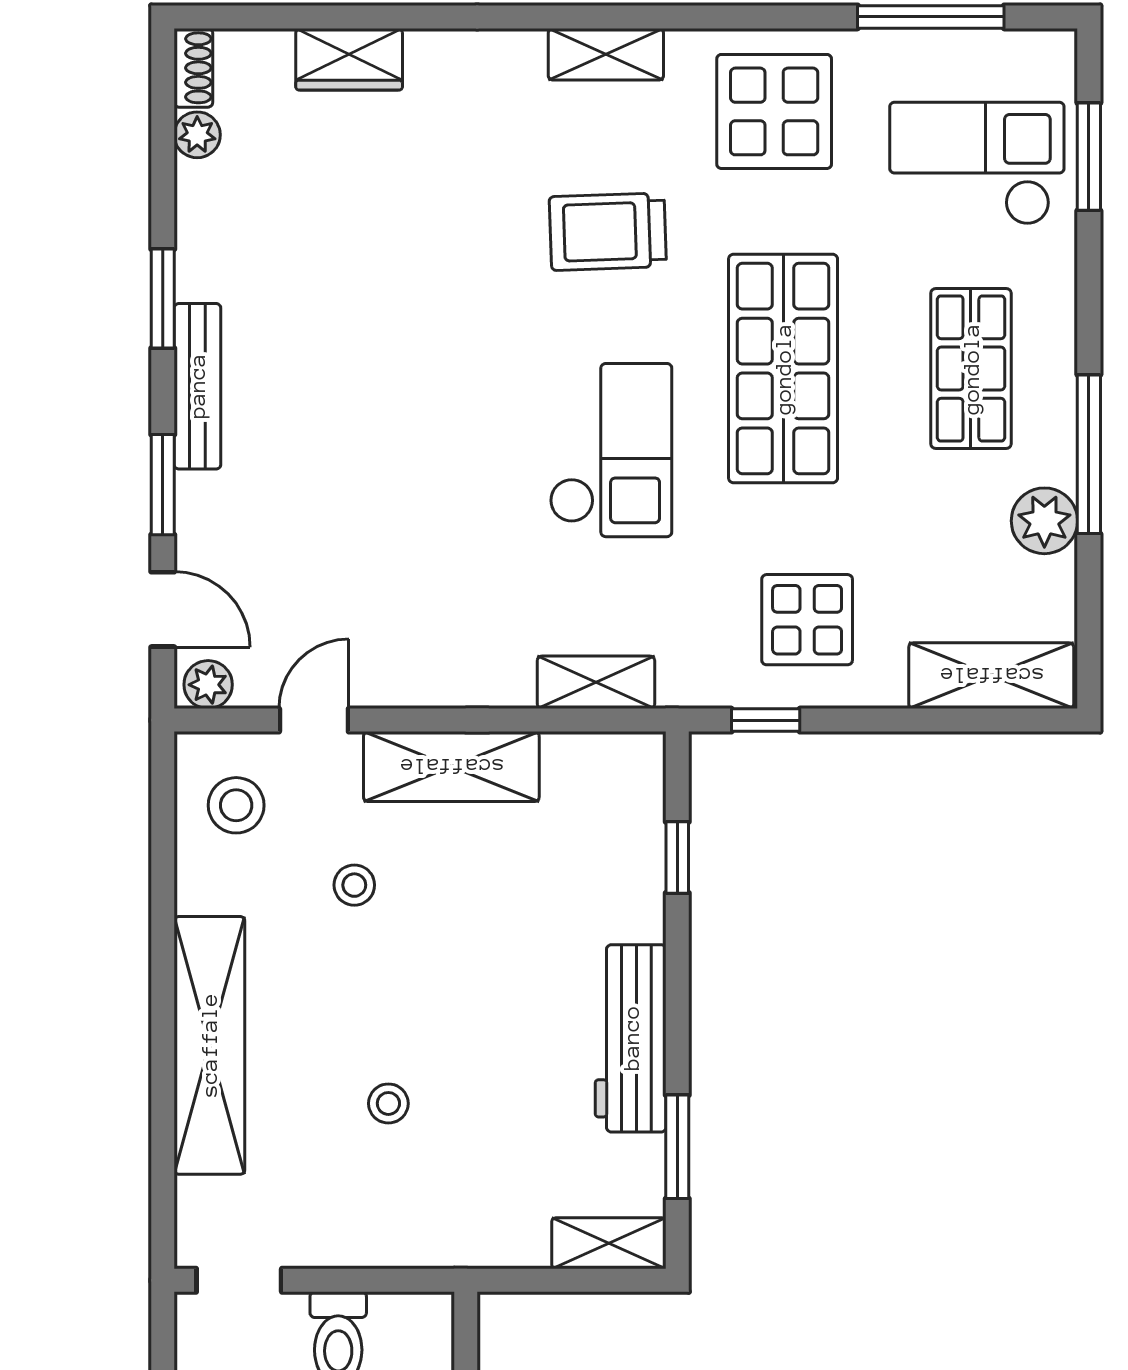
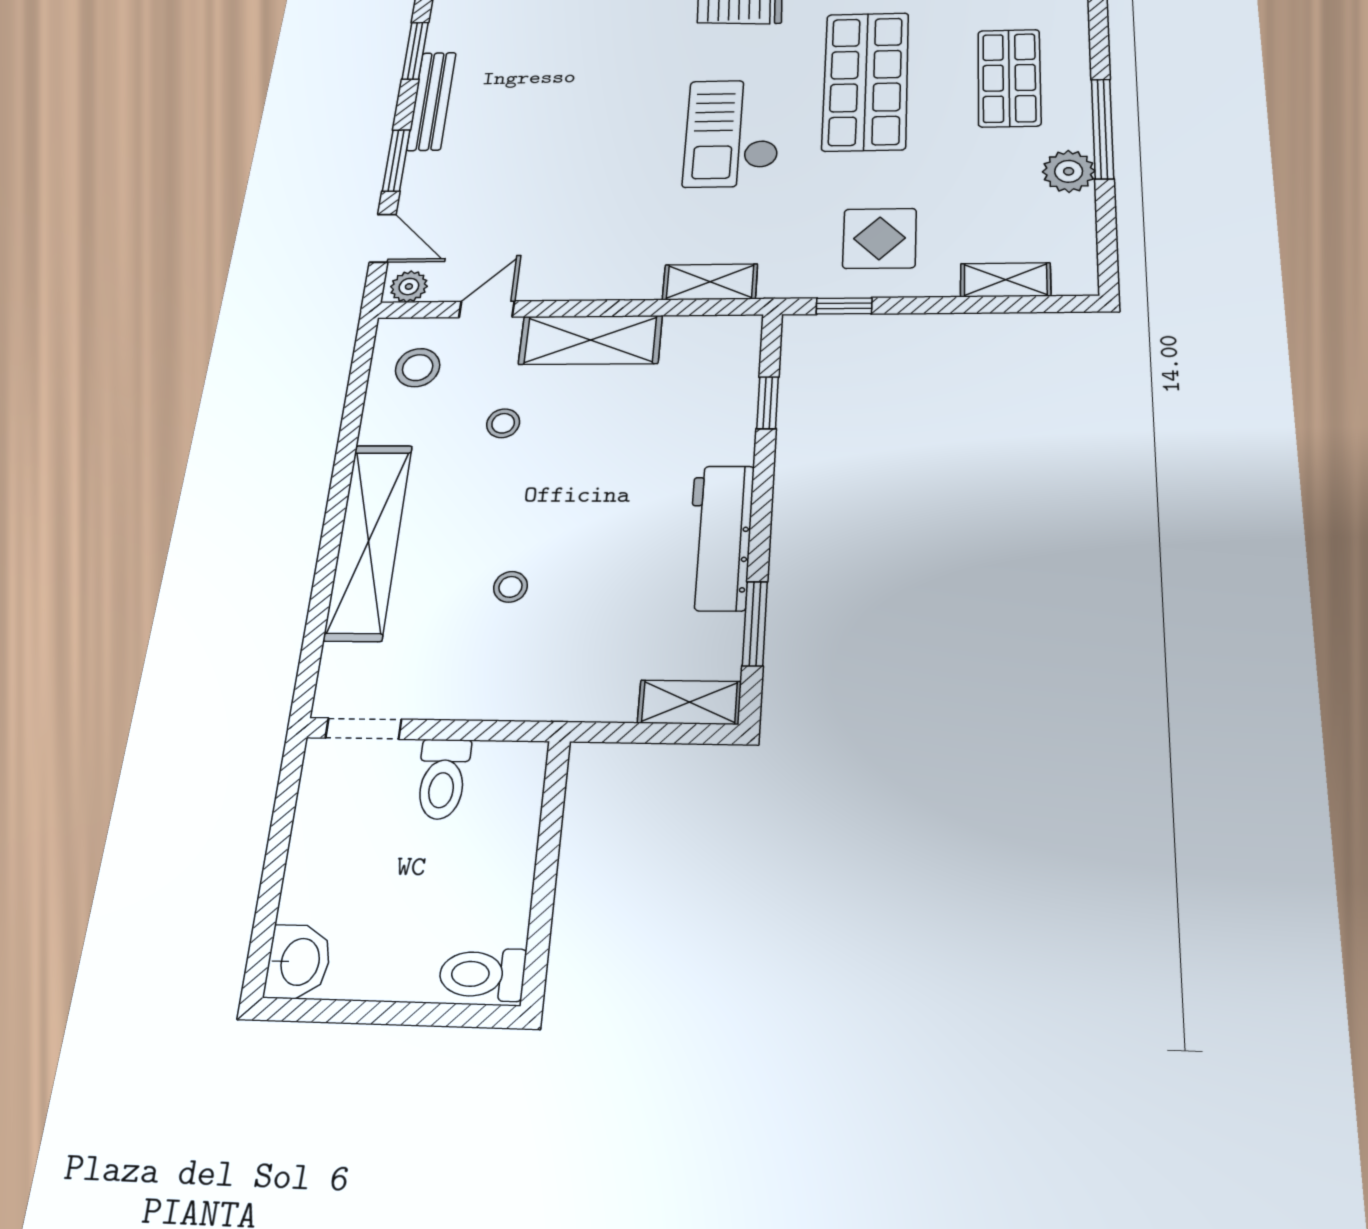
checkout: (611, 450) -> (733, 133), turned 180
shelving: (991, 676) -> (1006, 280), width x0.67, depth x0.75

